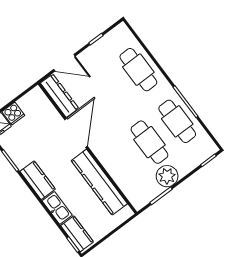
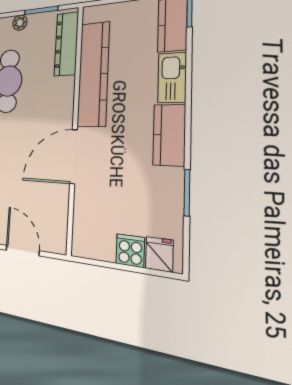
dresser: (60, 96) -> (66, 44), moved
plant: (167, 176) -> (20, 23), width x0.53, depth x0.53

